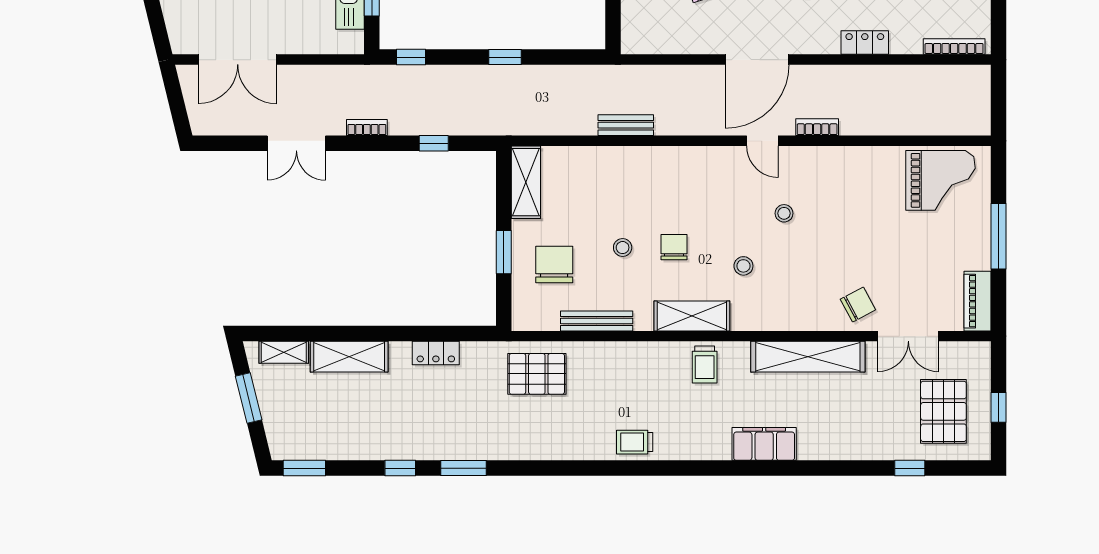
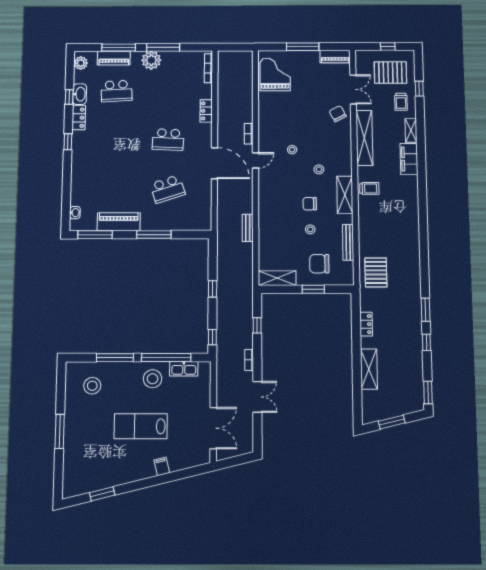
shelving: (284, 352) -> (411, 130), moved
trolley: (635, 442) -> (401, 102), moved

